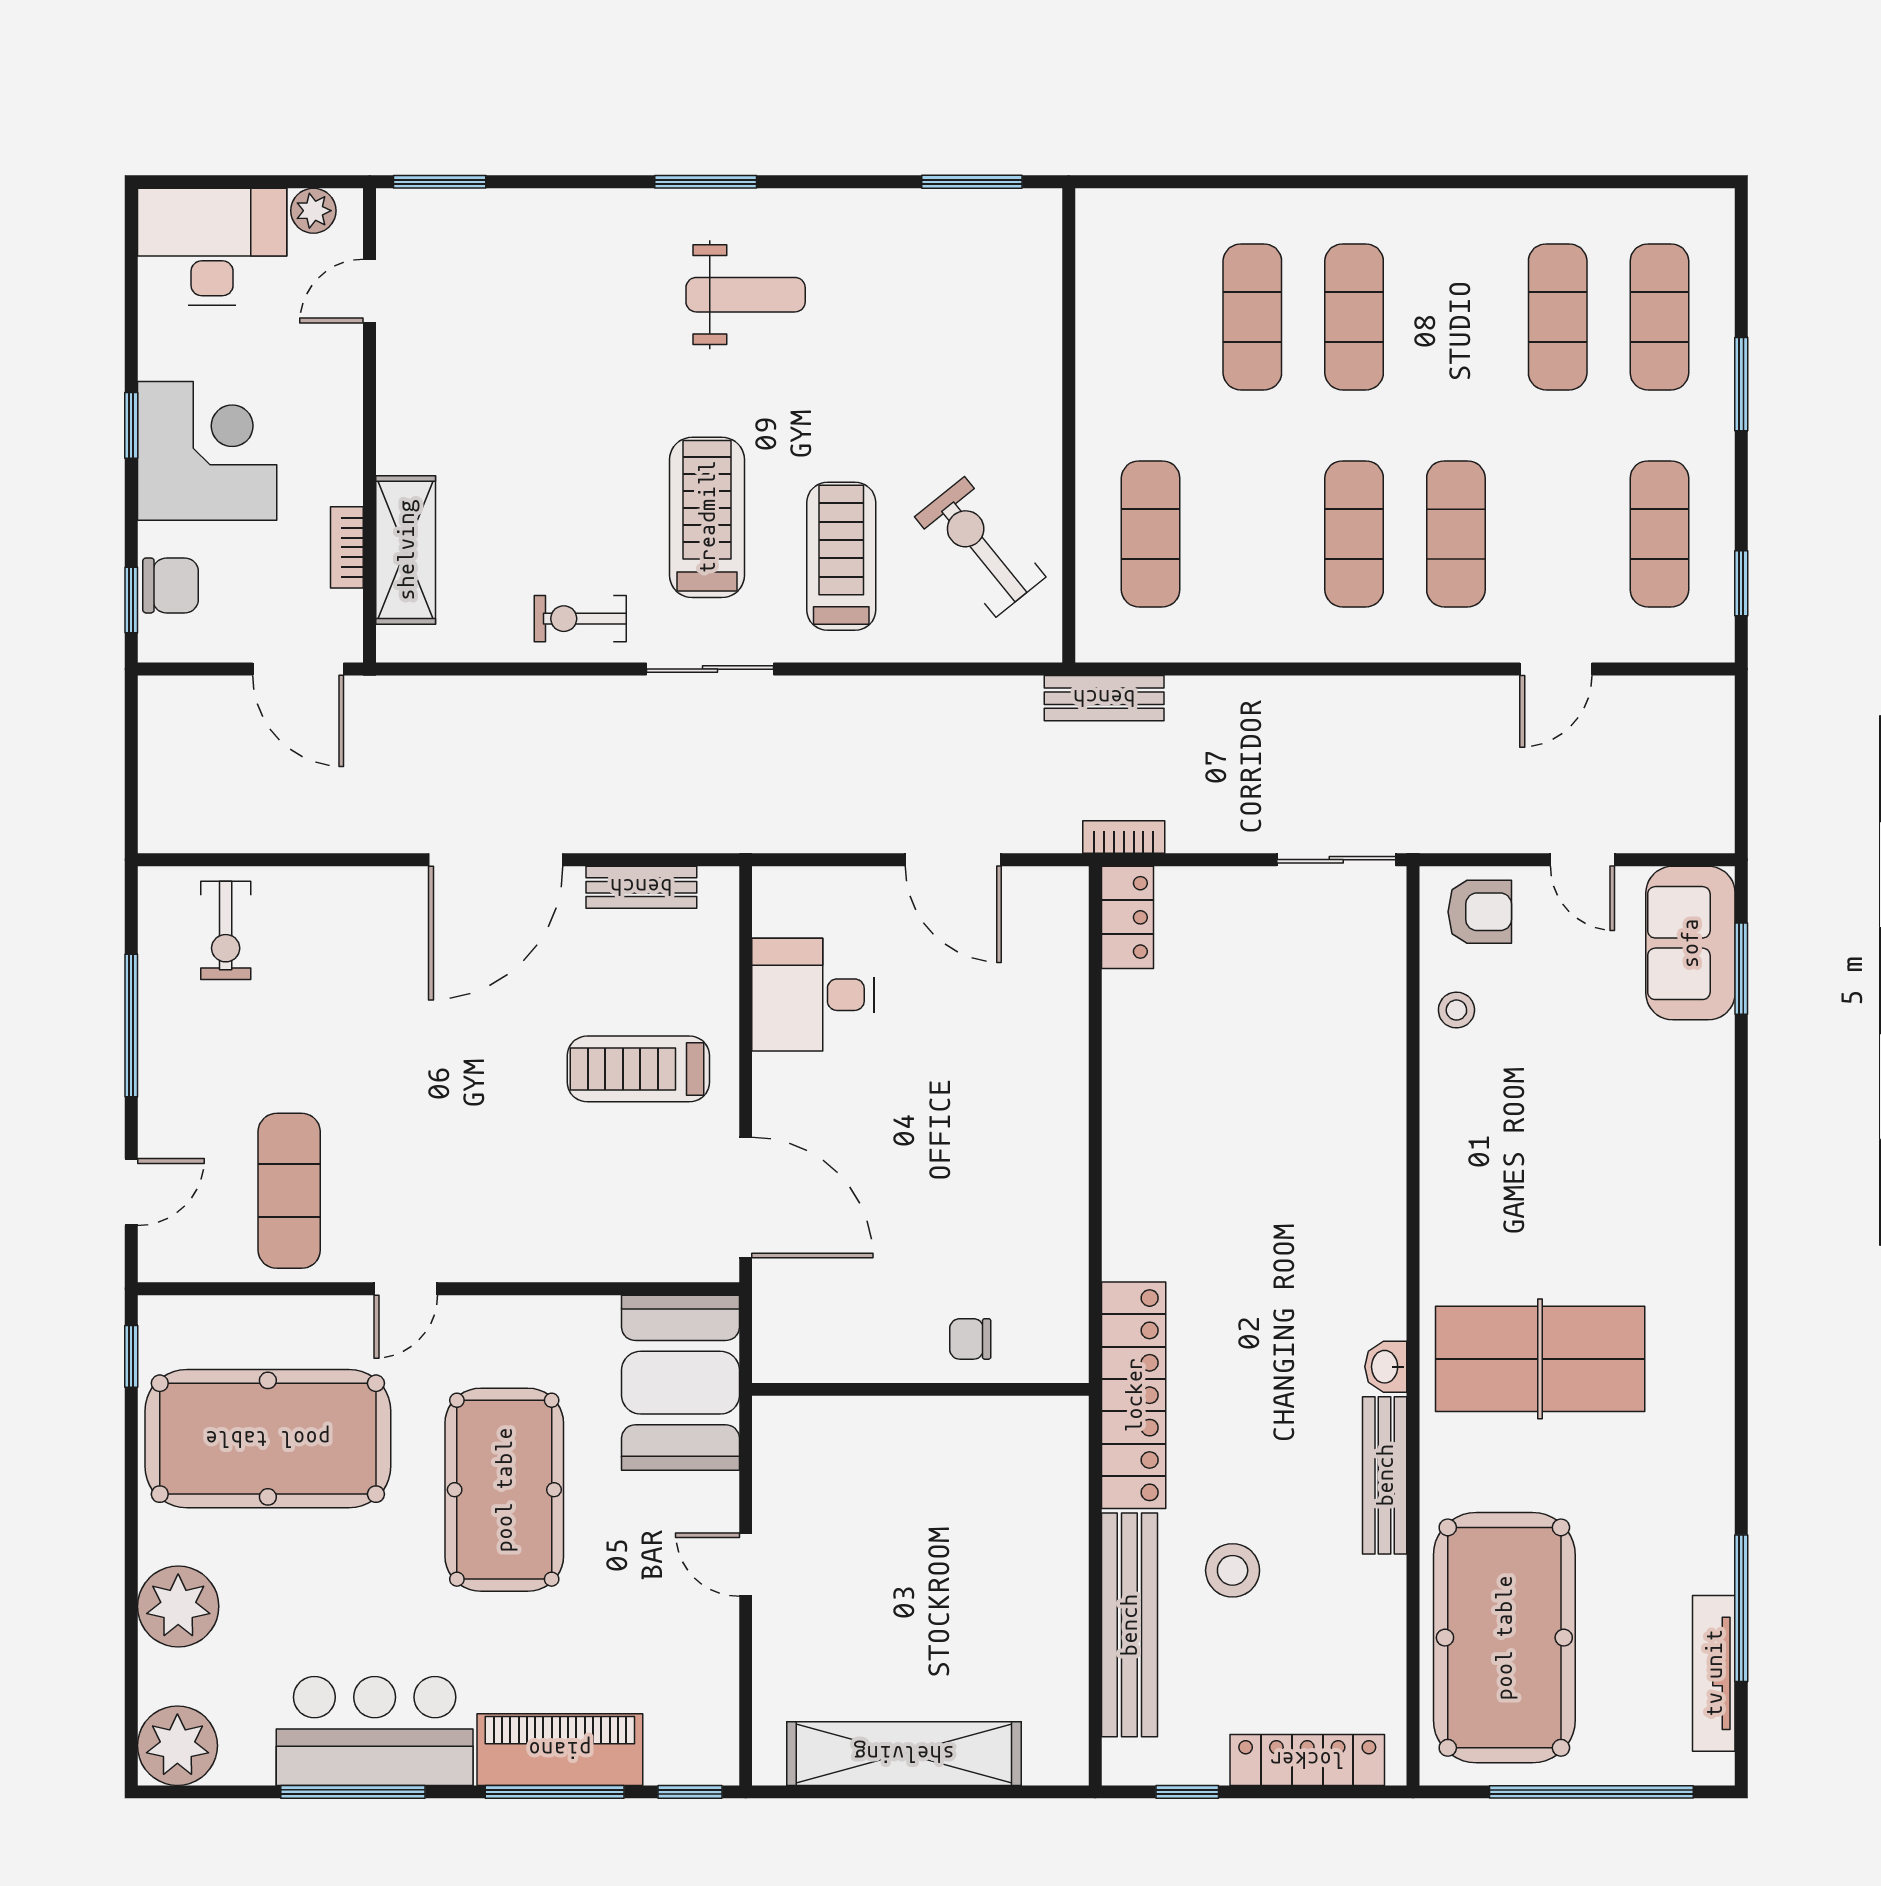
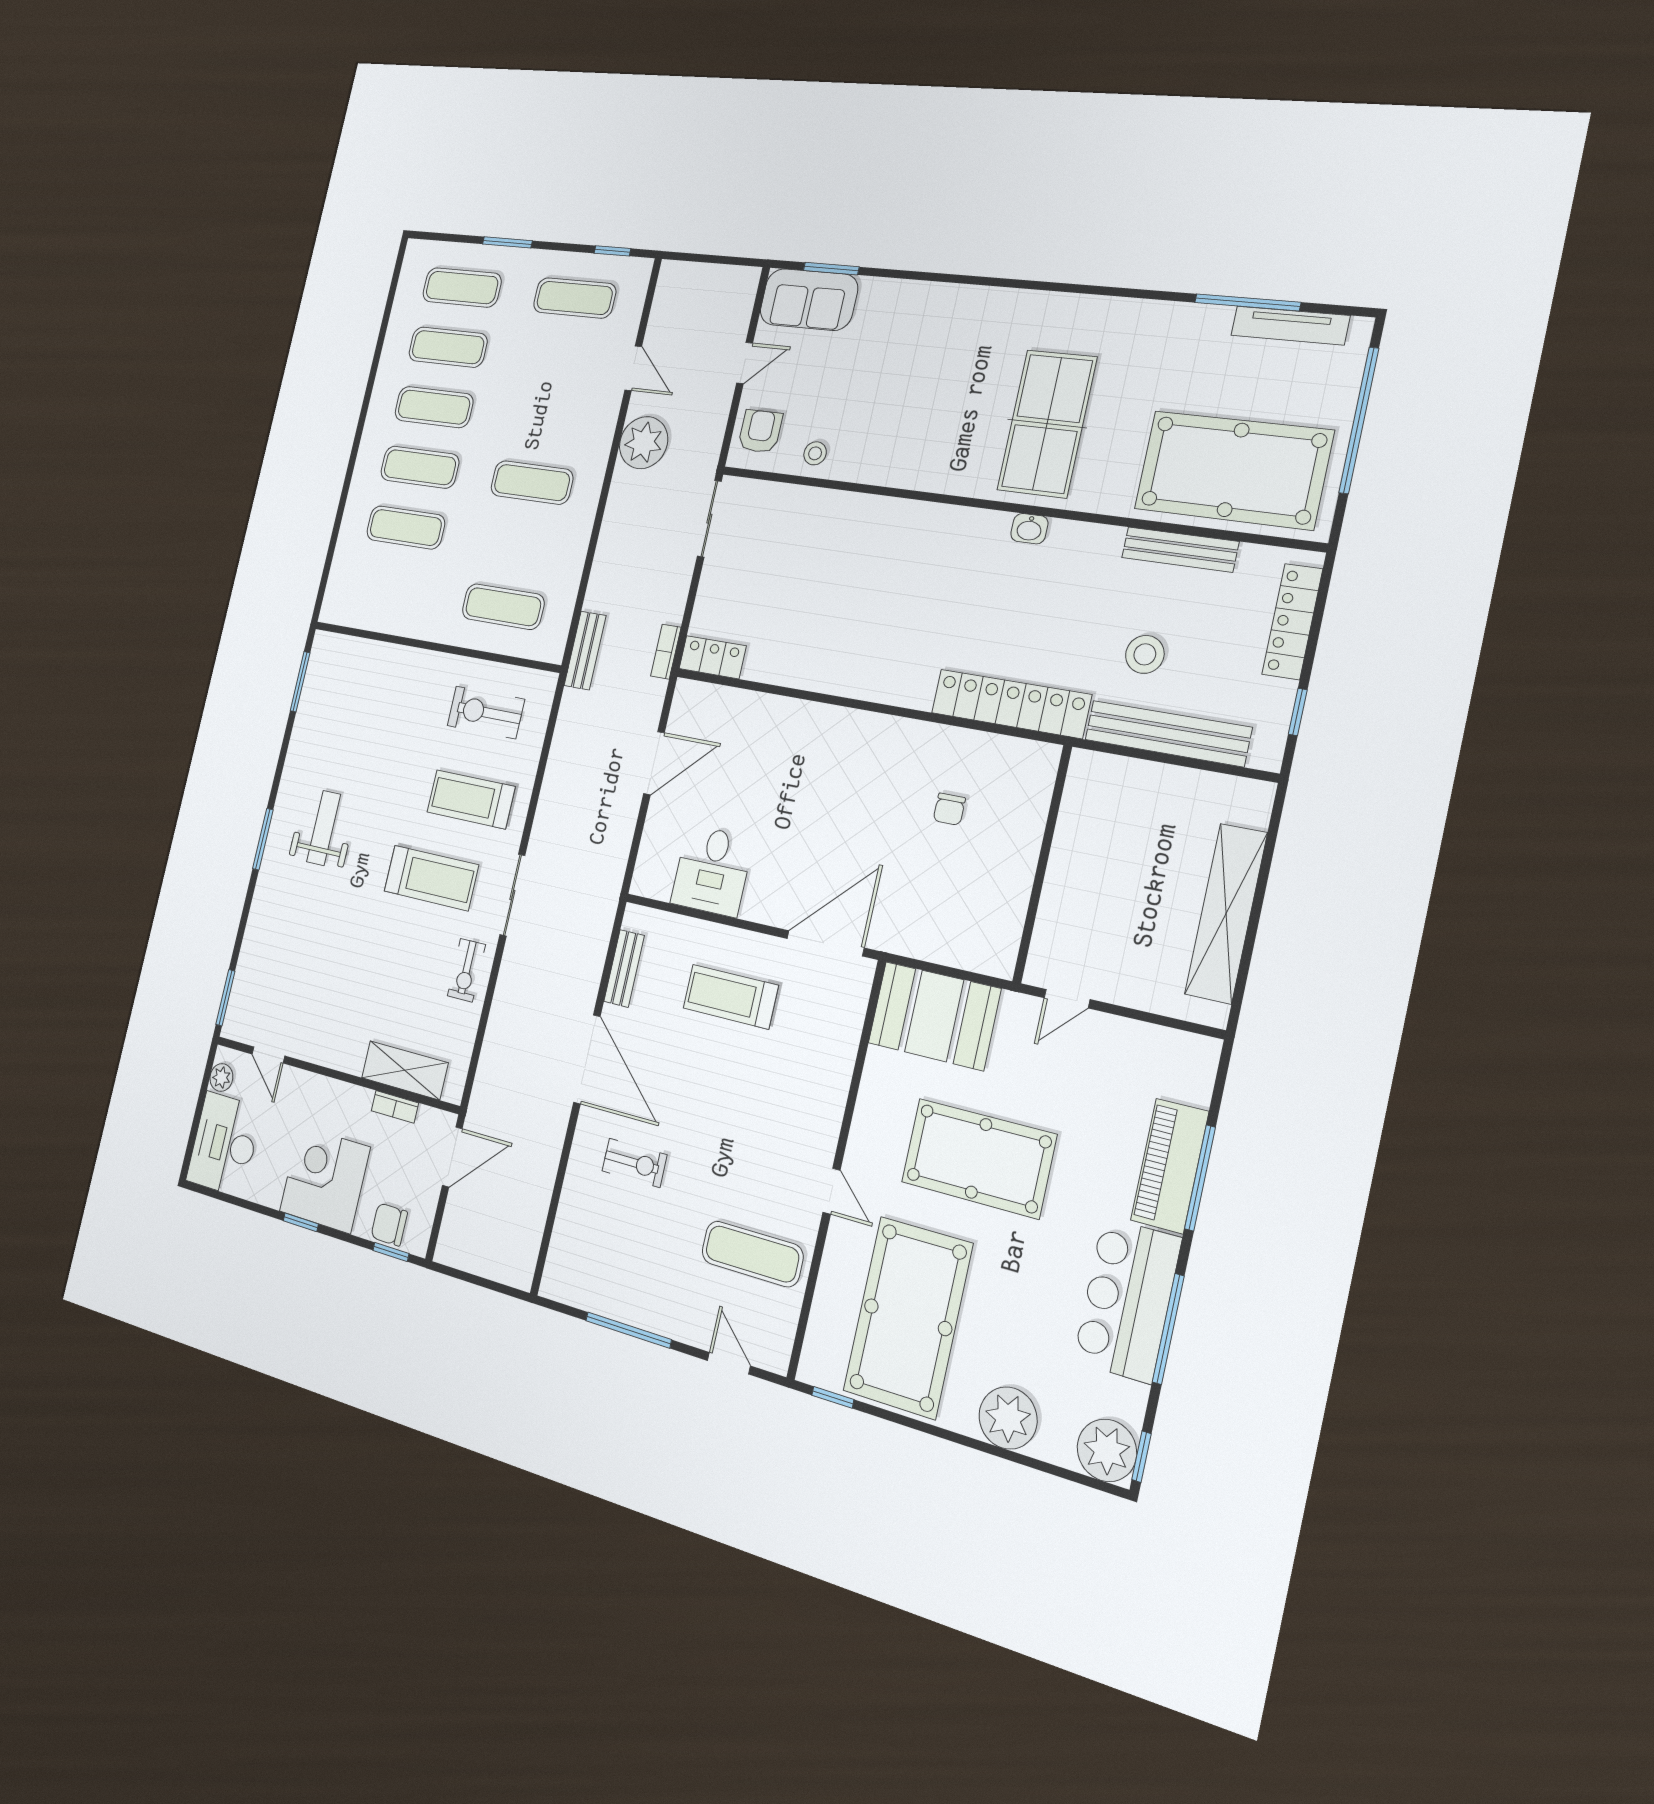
treadmill: (707, 517) -> (431, 878), turned 180
exercise mat: (1456, 534) -> (434, 407), moved
exercise bike: (980, 547) -> (486, 712), turned 39
chair: (171, 585) -> (389, 1224), turned -90
plant: (1440, 717) -> (644, 443), added
exercise bike: (226, 930) -> (635, 1163), moved
treadmill: (638, 1069) -> (730, 997), turned 90
wall: (920, 1389) -> (1042, 864), moved
bench: (1385, 1475) -> (1180, 550), moved
window: (690, 1792) -> (1142, 1457), moved

